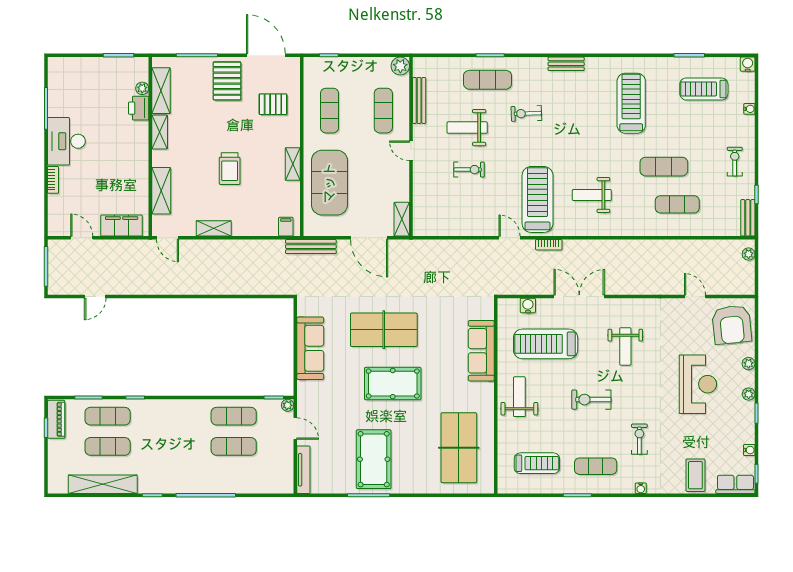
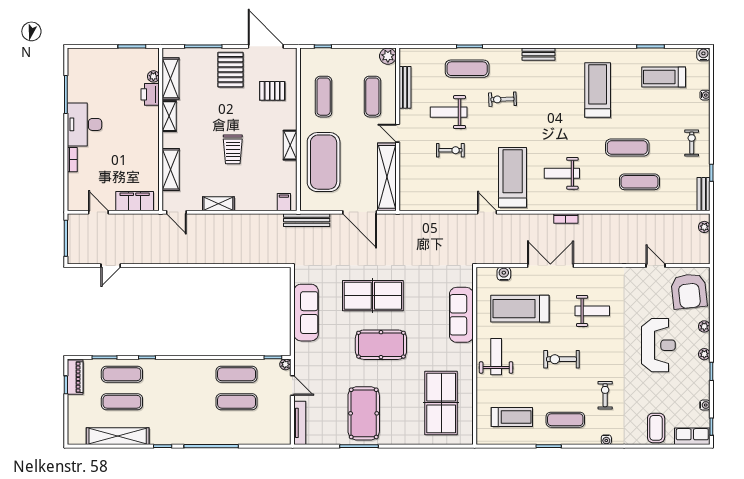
shelving: (402, 219) -> (387, 177), width x2.20, depth x1.33
bookcase: (549, 245) -> (566, 219), moved
weight bench: (625, 346) -> (592, 311), turned -90

